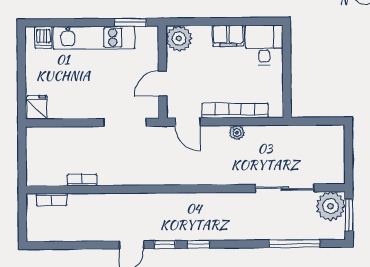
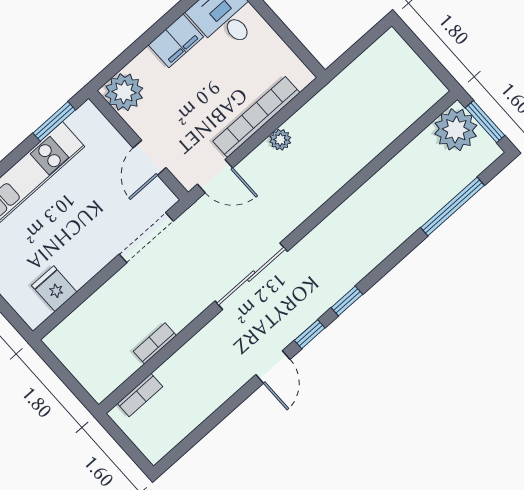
fridge: (37, 107) -> (54, 289), moved
sliding door: (285, 188) -> (251, 276), moved

